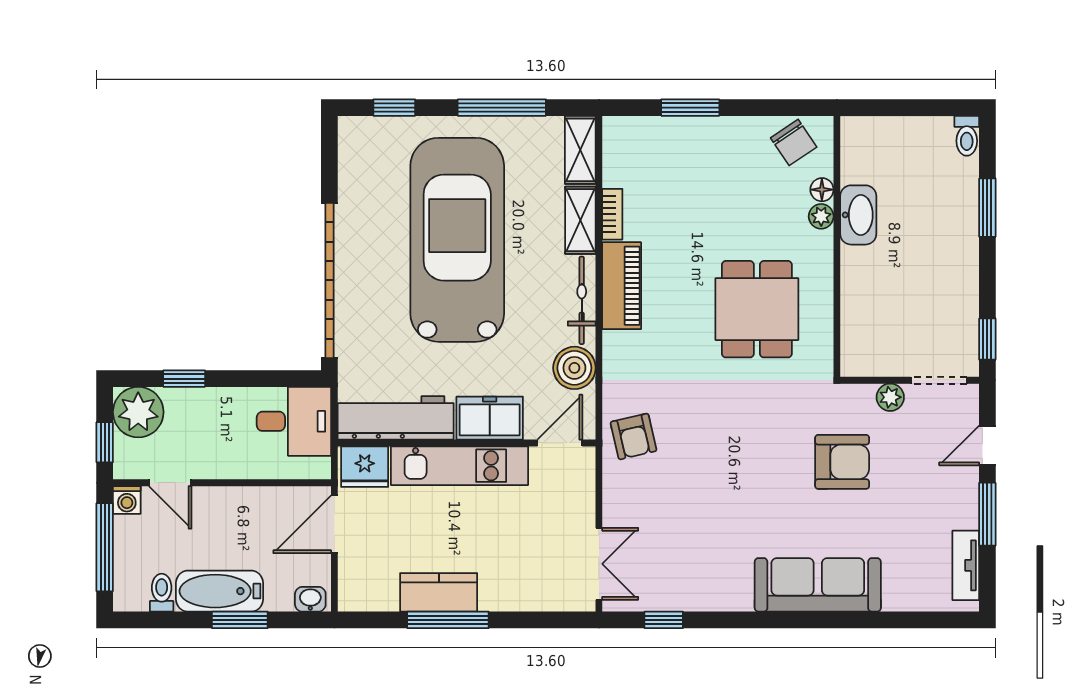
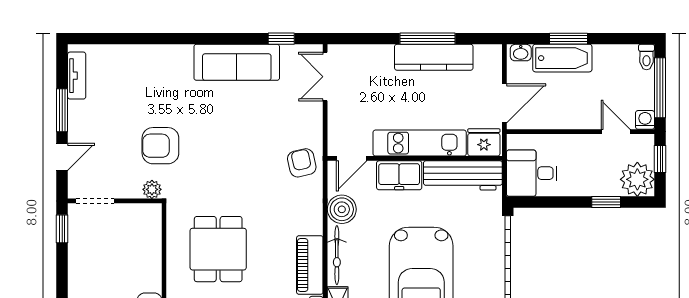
plant: (890, 397) -> (152, 189), moved
sofa: (818, 585) -> (237, 62), moved
bathtub: (220, 591) -> (562, 58), moved
kitchen counter: (439, 592) -> (434, 57), width x1.50
toilet: (162, 593) -> (647, 57), moved

